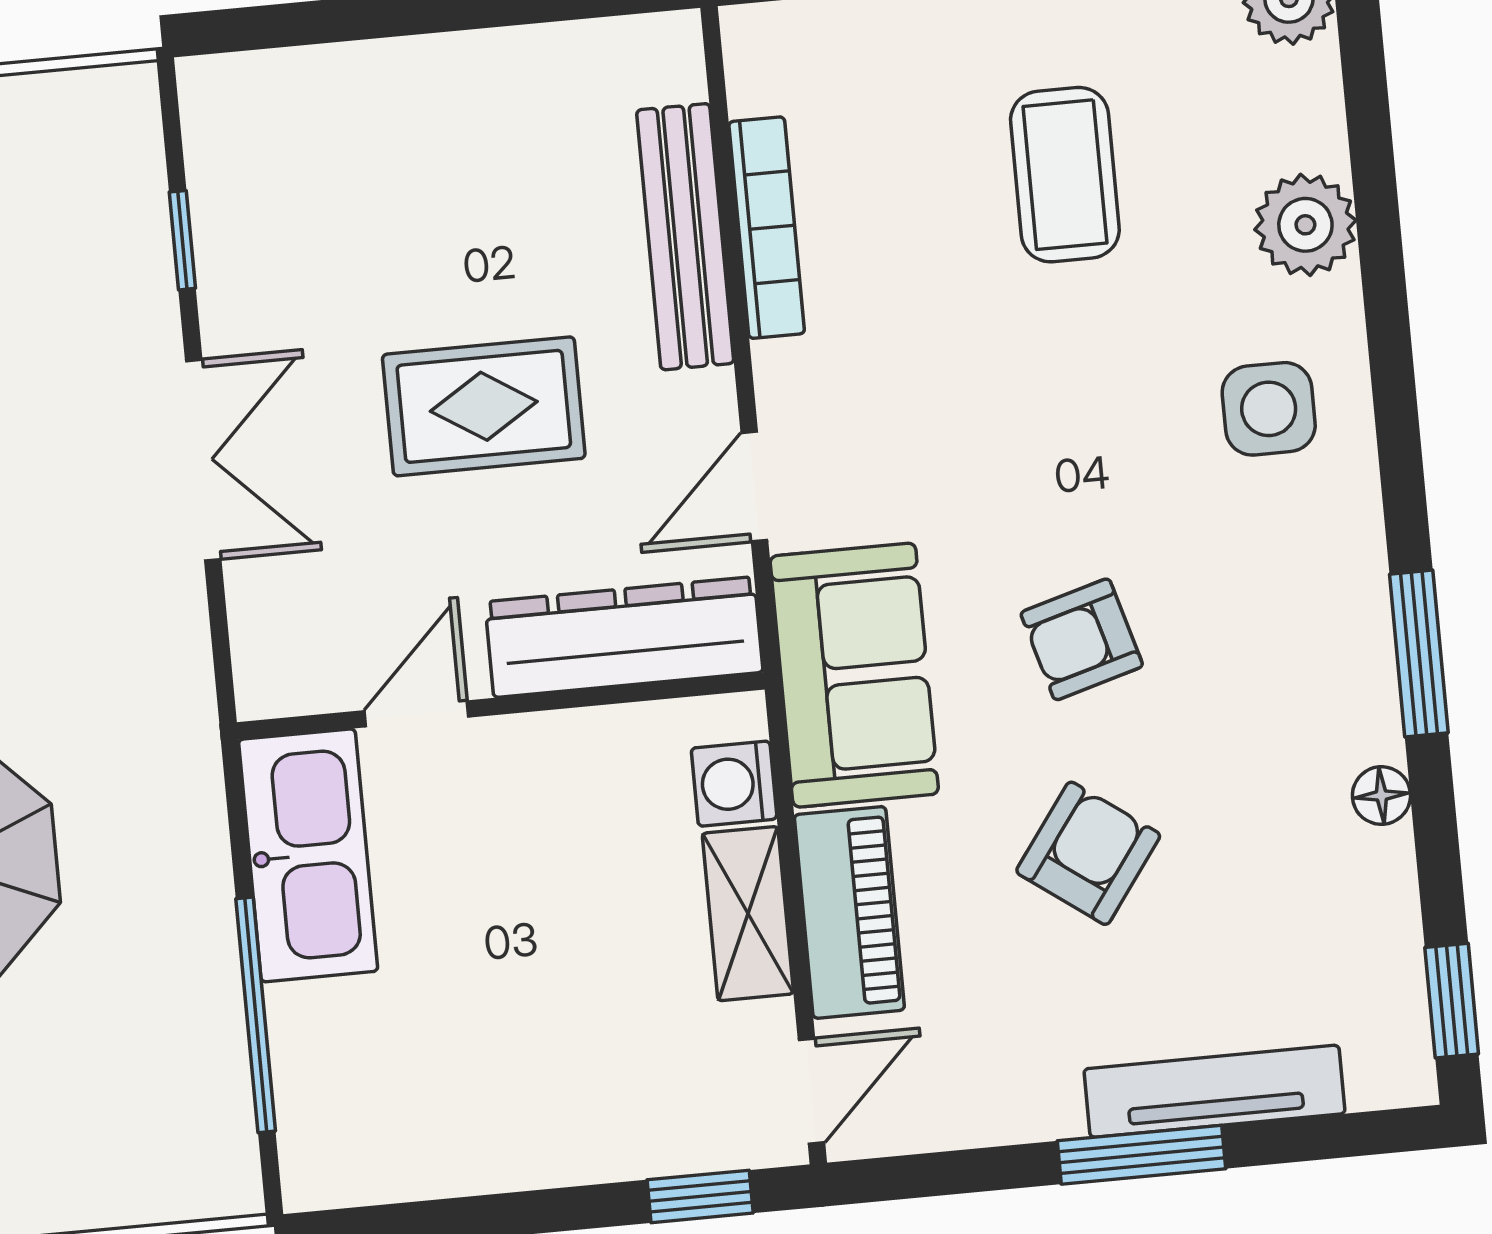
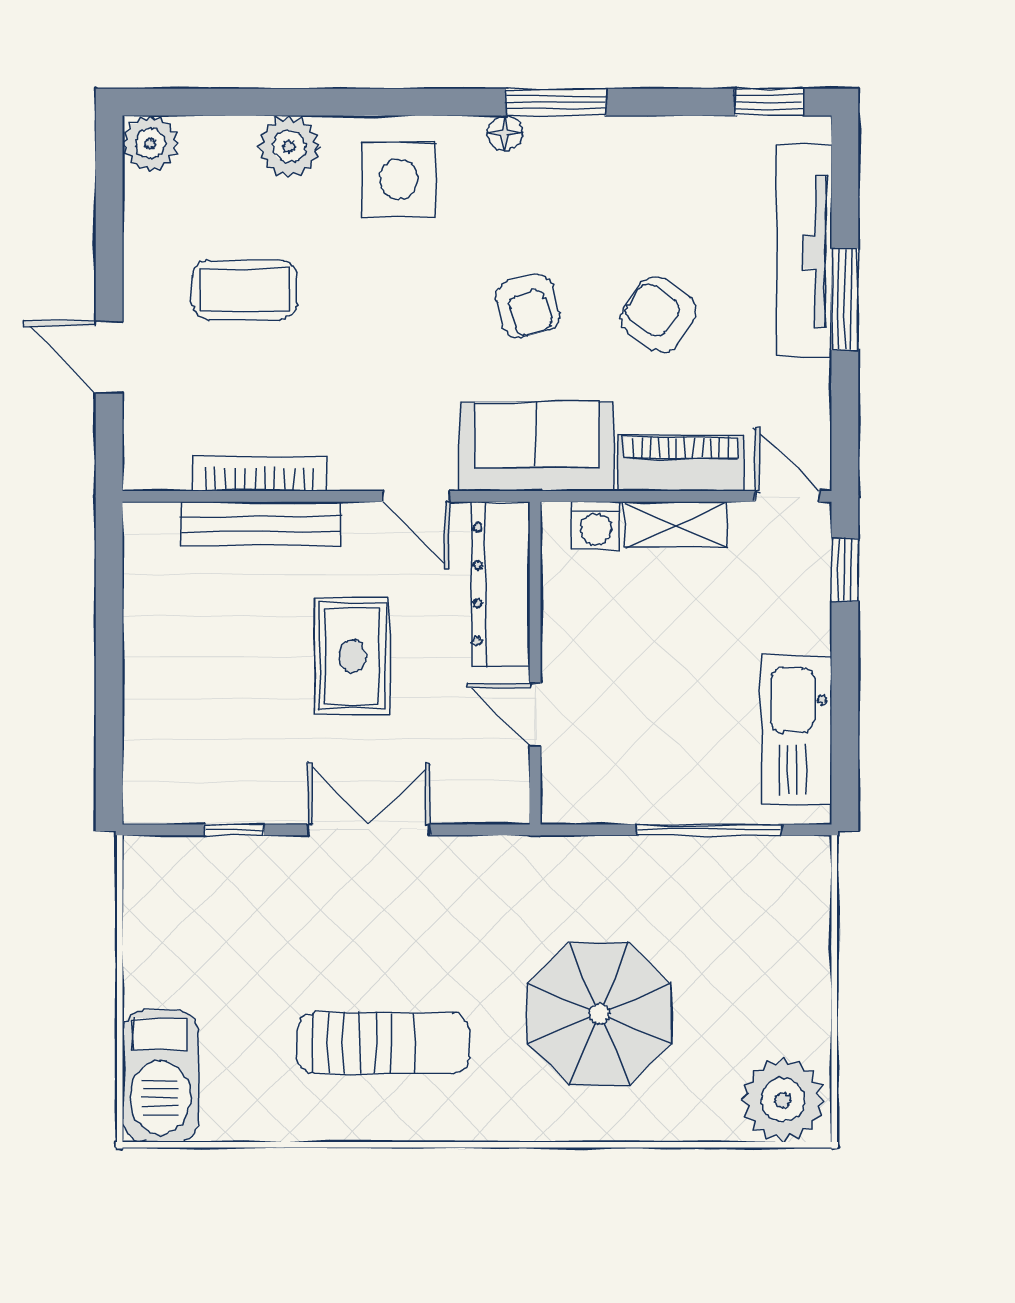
side table: (1269, 409) -> (399, 179), width x1.37, depth x1.37
floor lamp: (1381, 796) -> (505, 133), moved
kitchen sink: (308, 855) -> (796, 730), moved, turned -90
tv unit: (1215, 1091) -> (804, 251), width x1.36, depth x1.29

